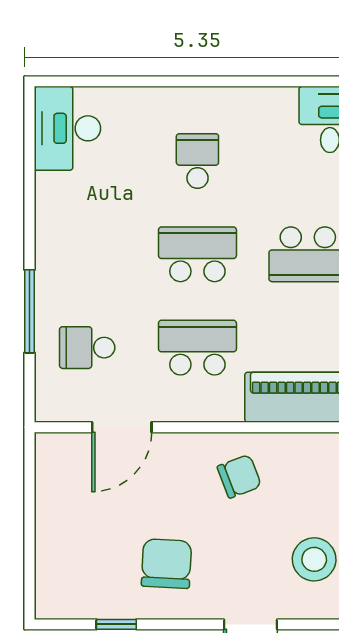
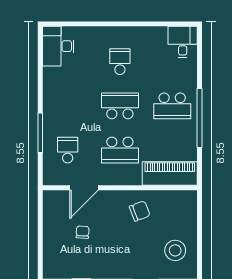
school desk: (87, 348) -> (68, 150), turned 90
school desk: (197, 348) -> (120, 150), turned 180
chair: (166, 564) -> (83, 232), moved, width x0.54, depth x0.54

